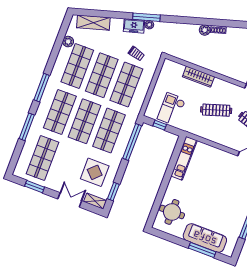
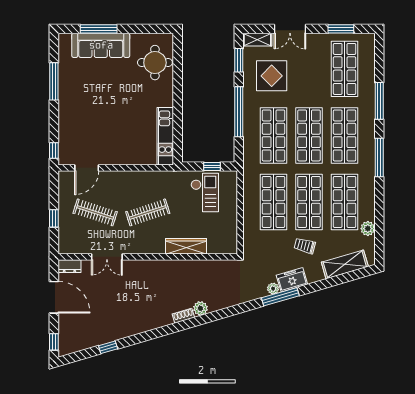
trolley: (136, 54) -> (305, 246), moved
window: (132, 142) -> (239, 112), moved

